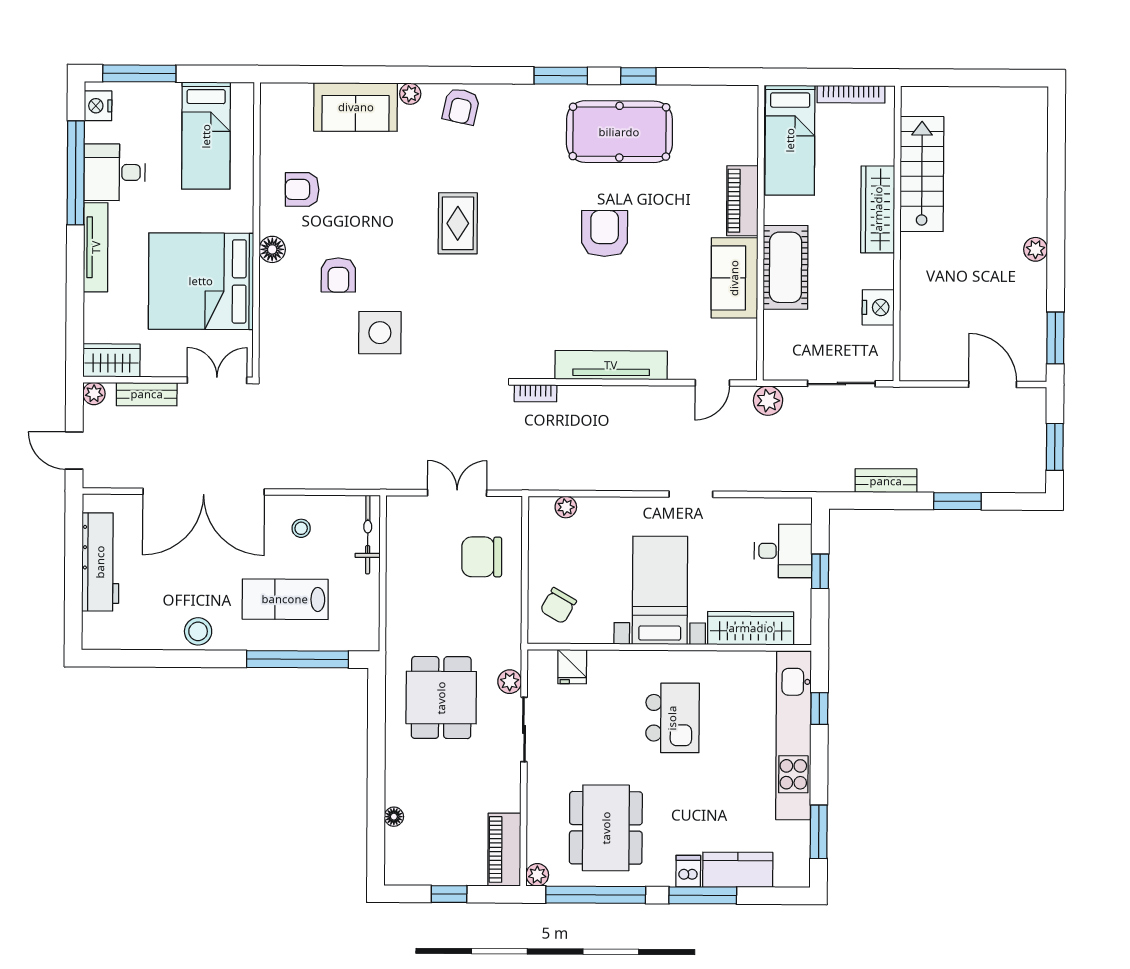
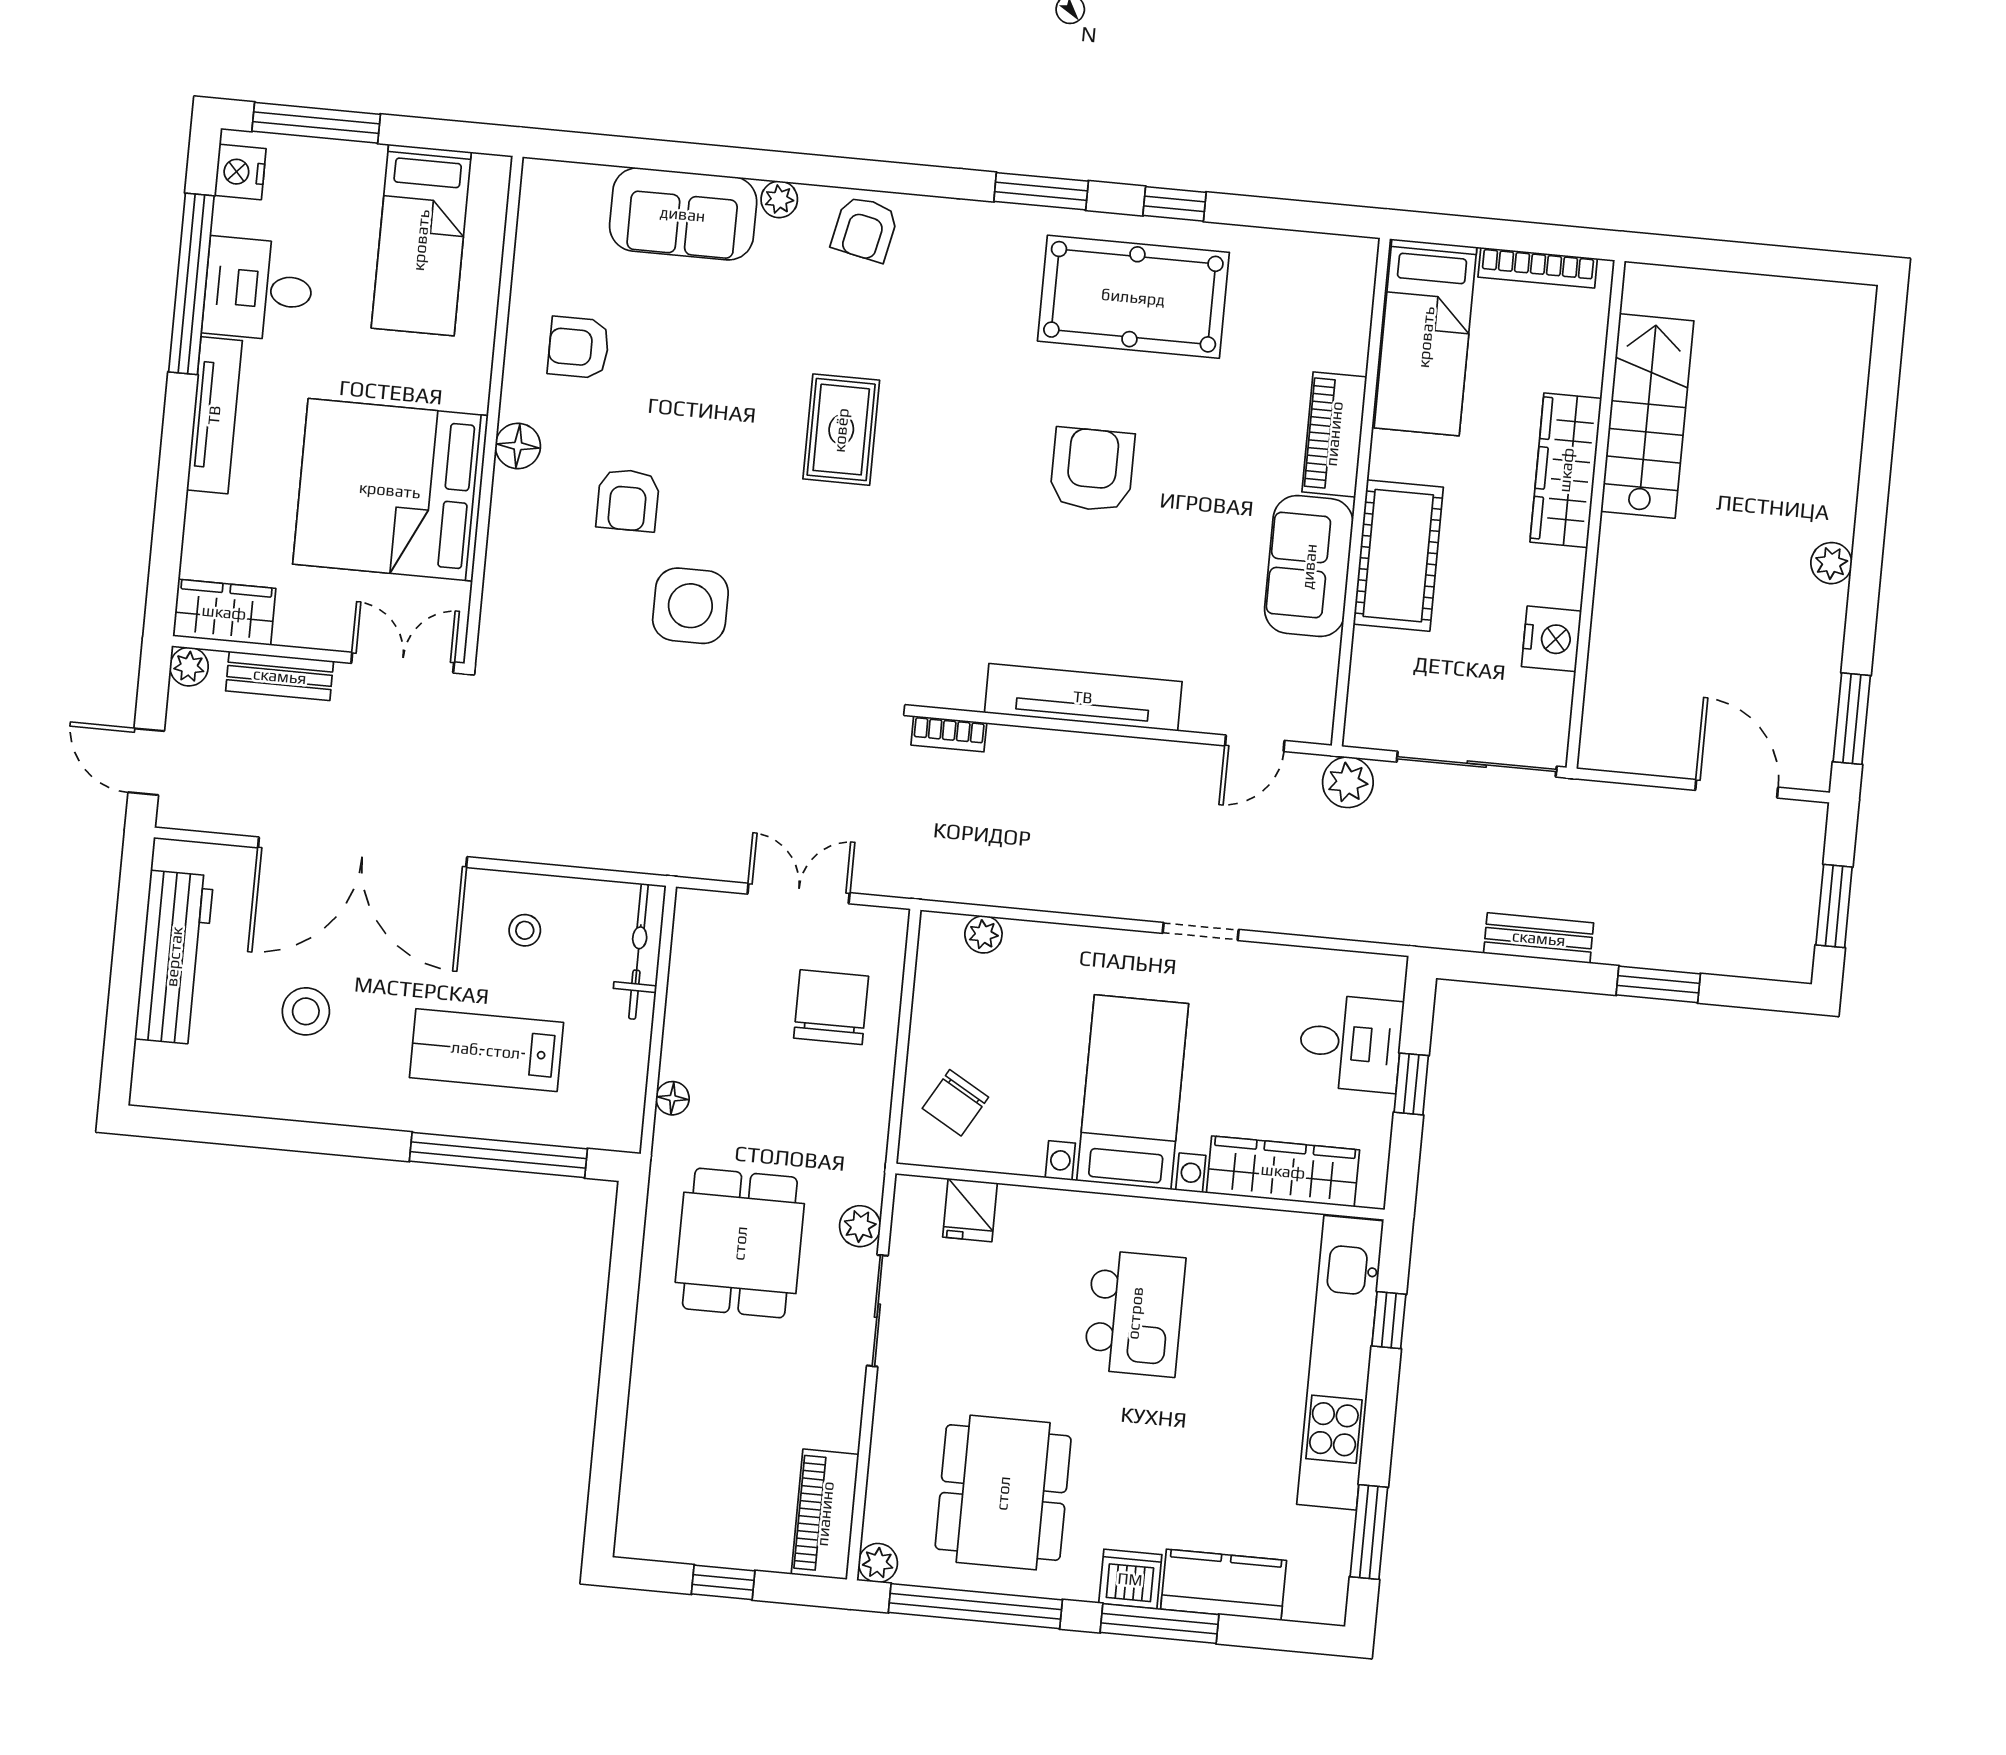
sliding door: (841, 384) -> (1477, 764), width x1.37
chair: (482, 557) -> (831, 1007), turned 90
stool: (198, 631) -> (306, 1011), moved
floor lamp: (394, 817) -> (672, 1098), moved
dishwasher: (688, 871) -> (1130, 1579), width x1.38

